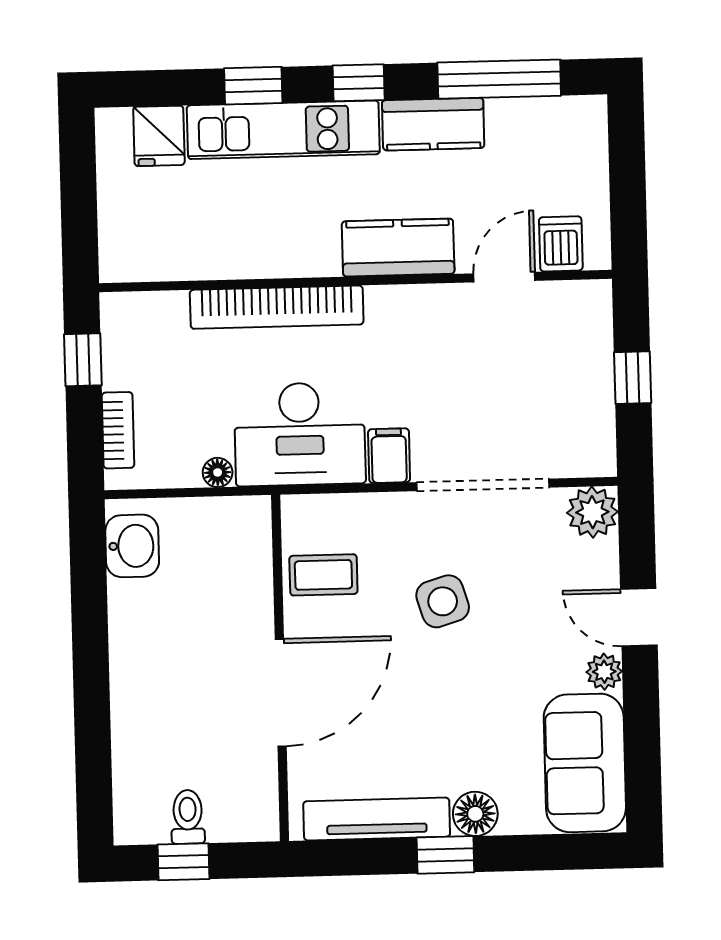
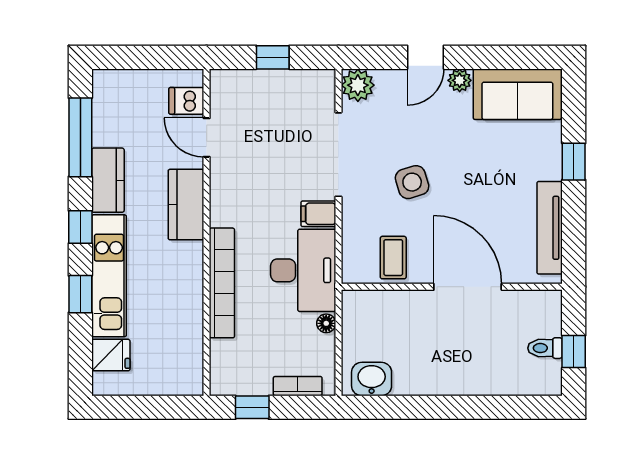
floor lamp: (475, 814) -> (548, 165), removed
window: (445, 855) -> (574, 162), moved

